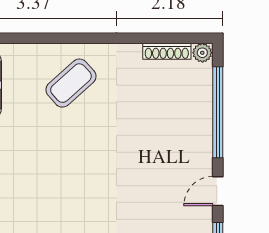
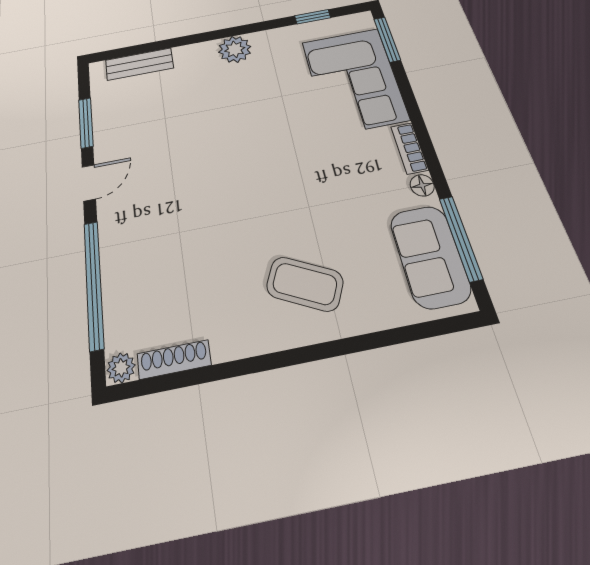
coffee table: (71, 83) -> (305, 284), turned 68

